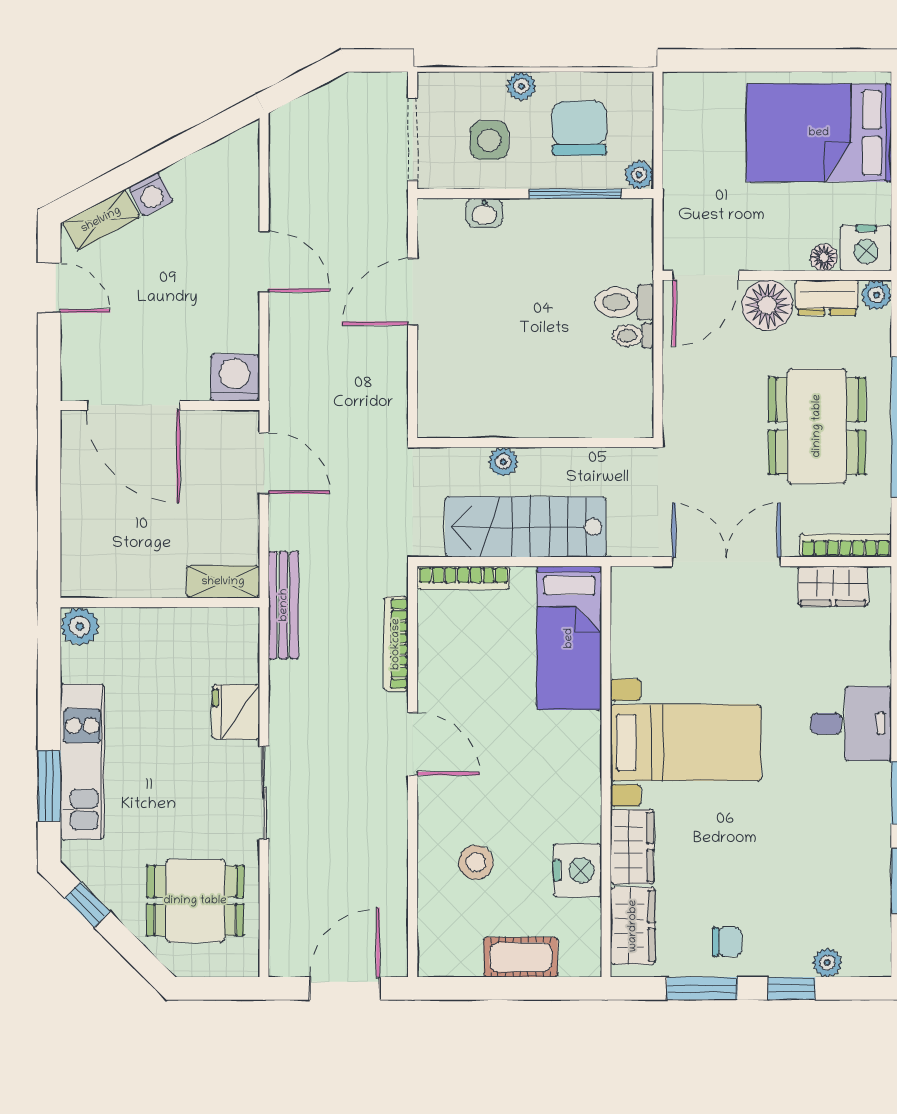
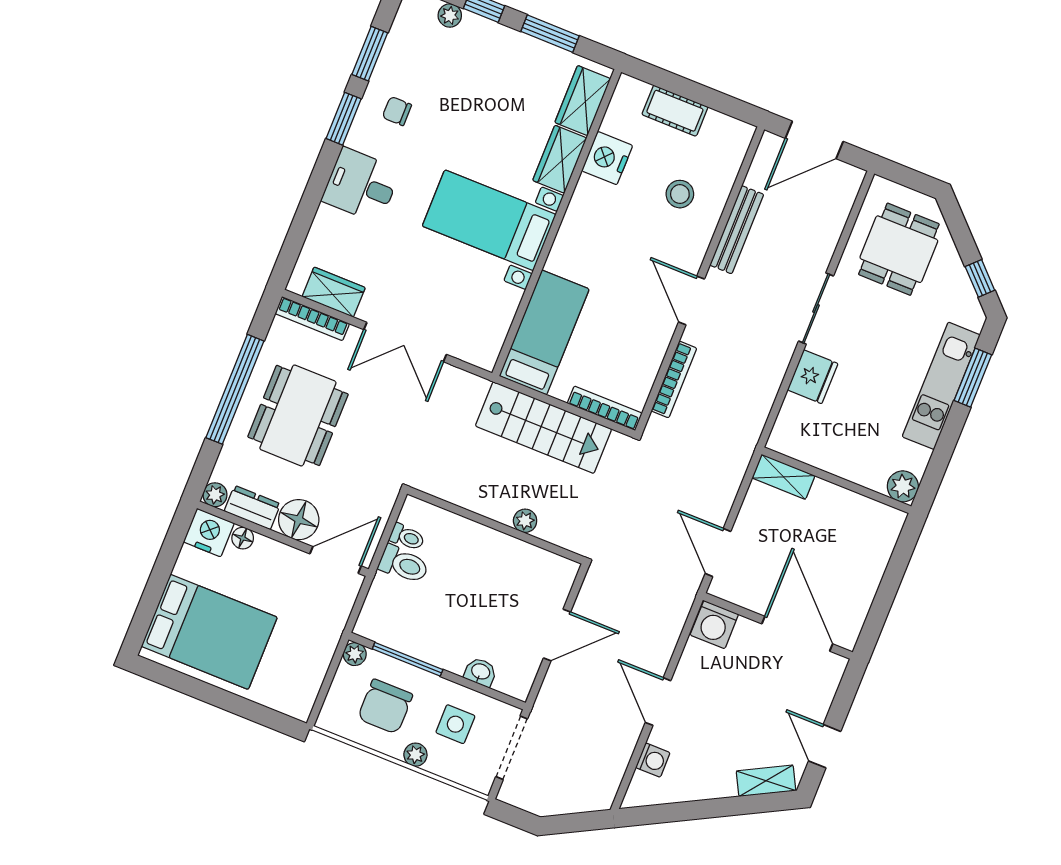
washing machine: (151, 194) -> (653, 760), moved, turned 118
wall: (535, 443) -> (496, 525), moved
plant: (503, 462) -> (525, 521), moved
bench: (284, 605) -> (737, 230), moved
dining table: (195, 901) -> (899, 249), turned 90
chair: (727, 942) -> (397, 111), moved

